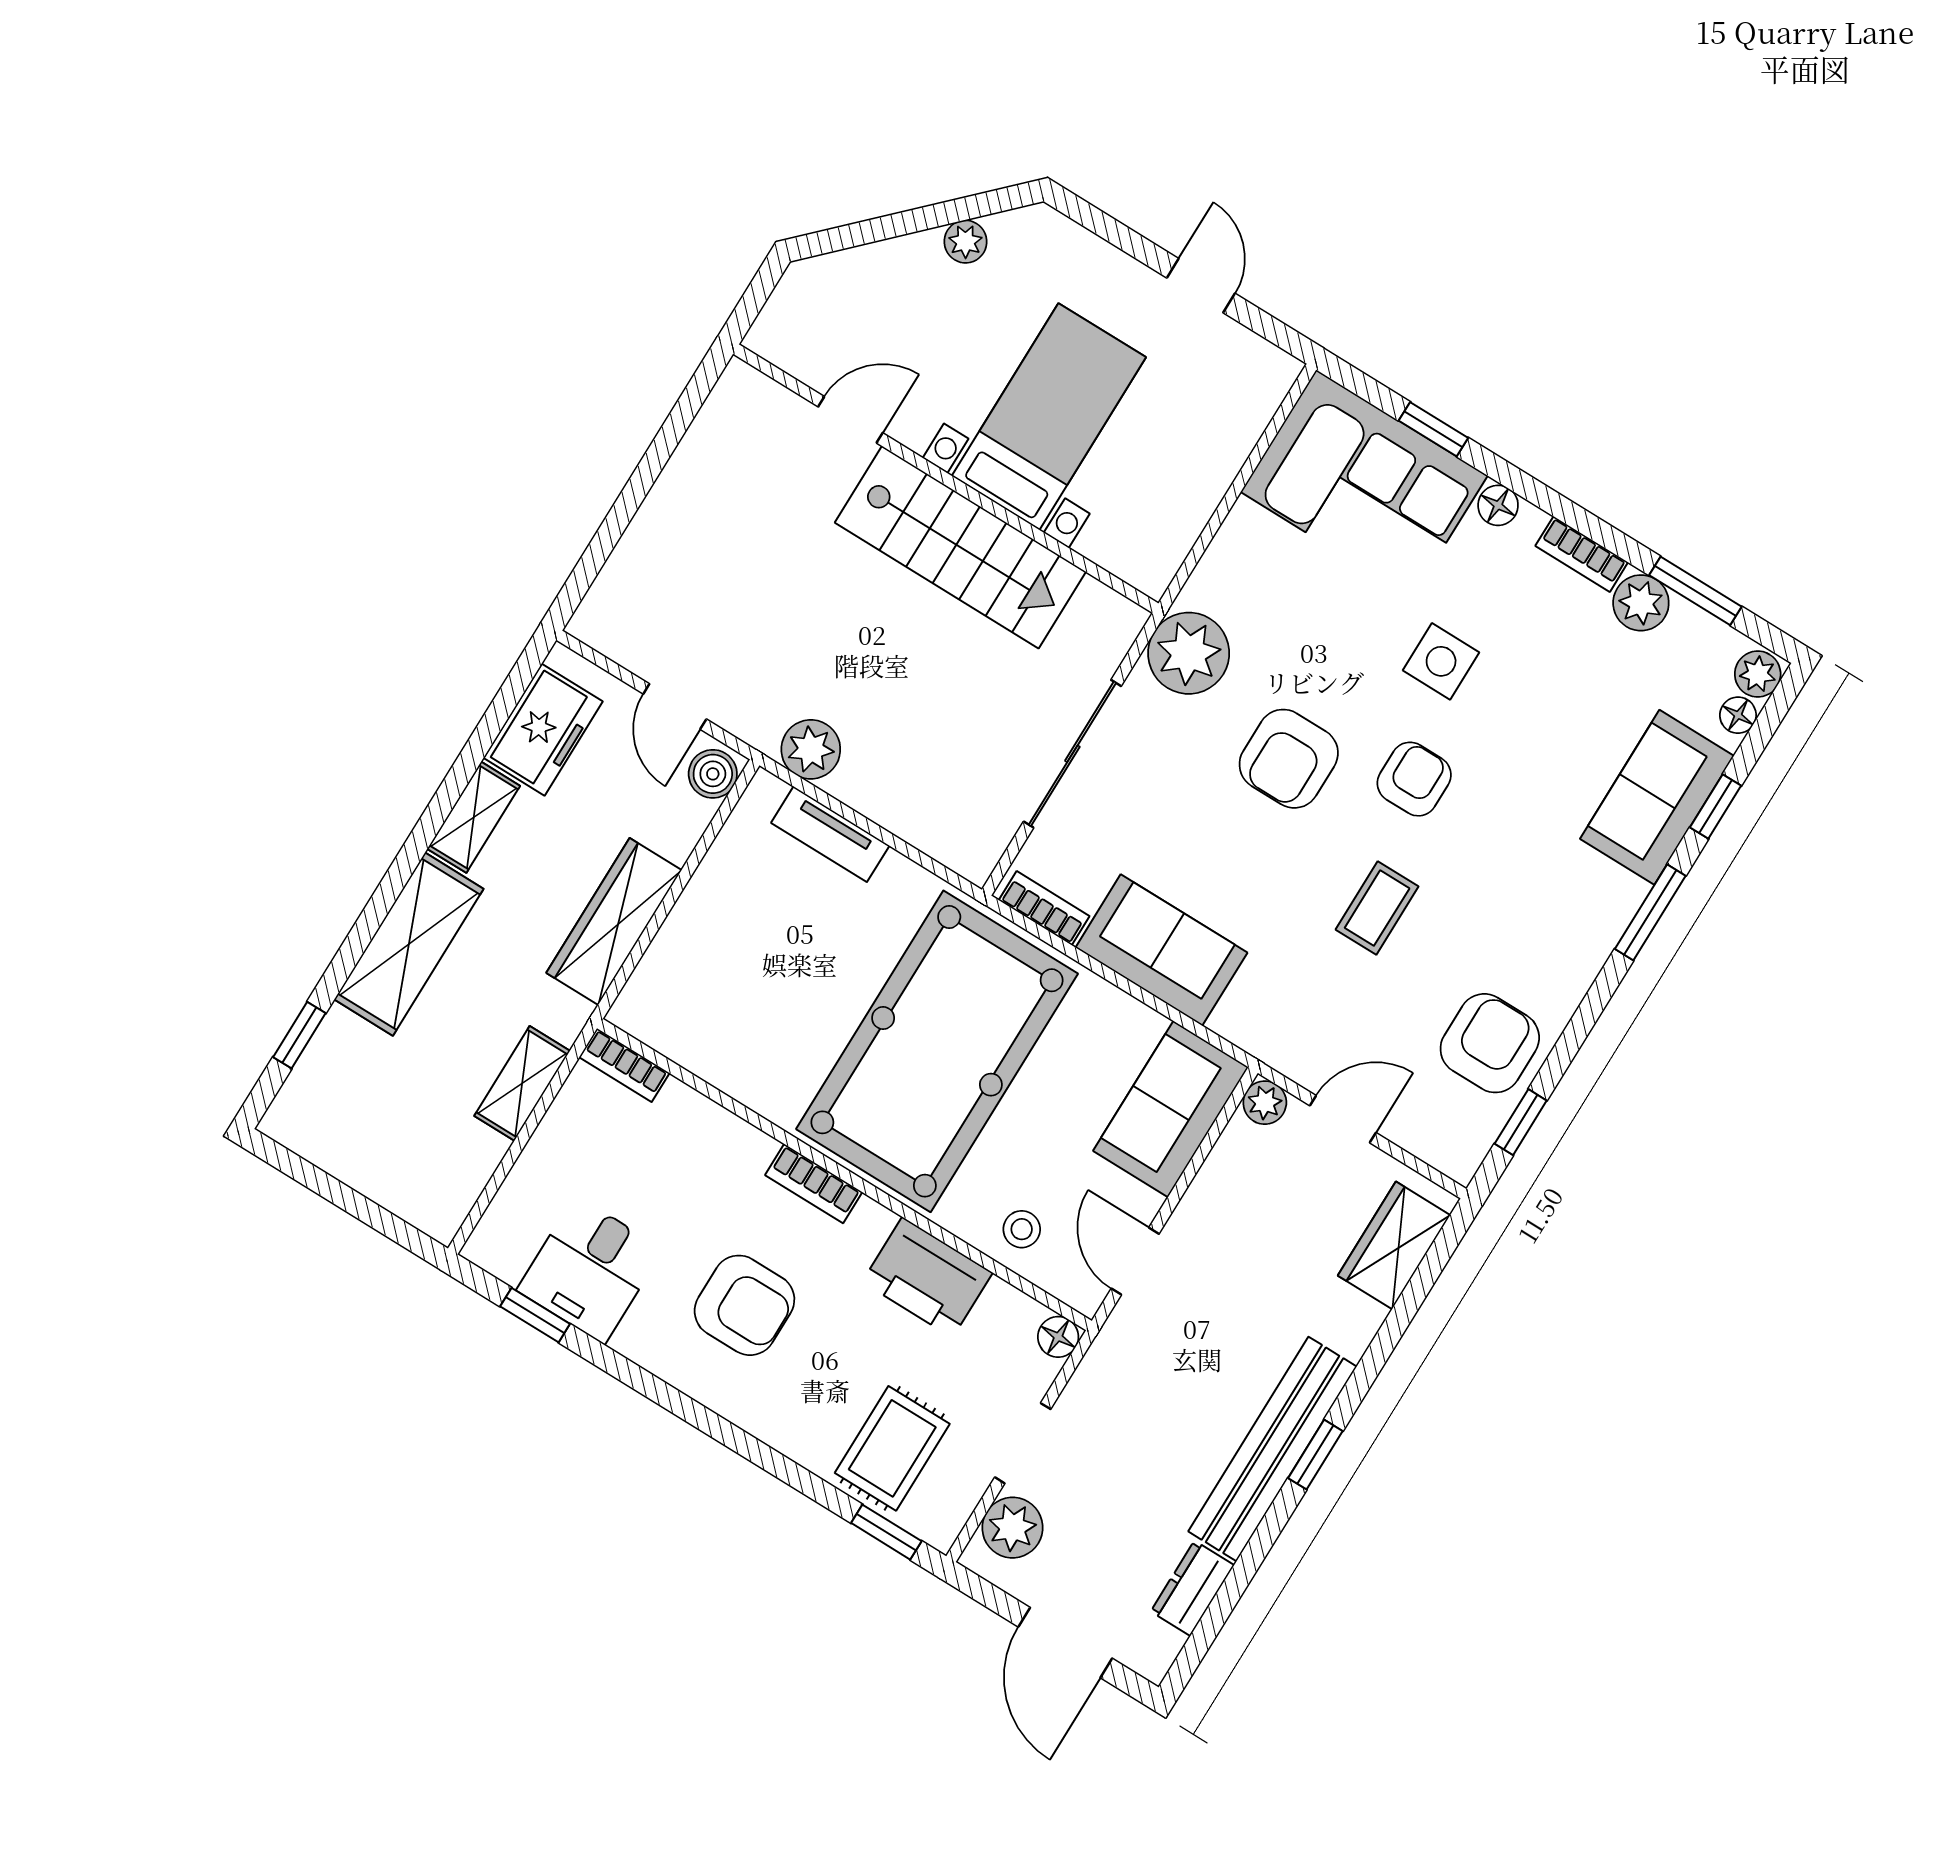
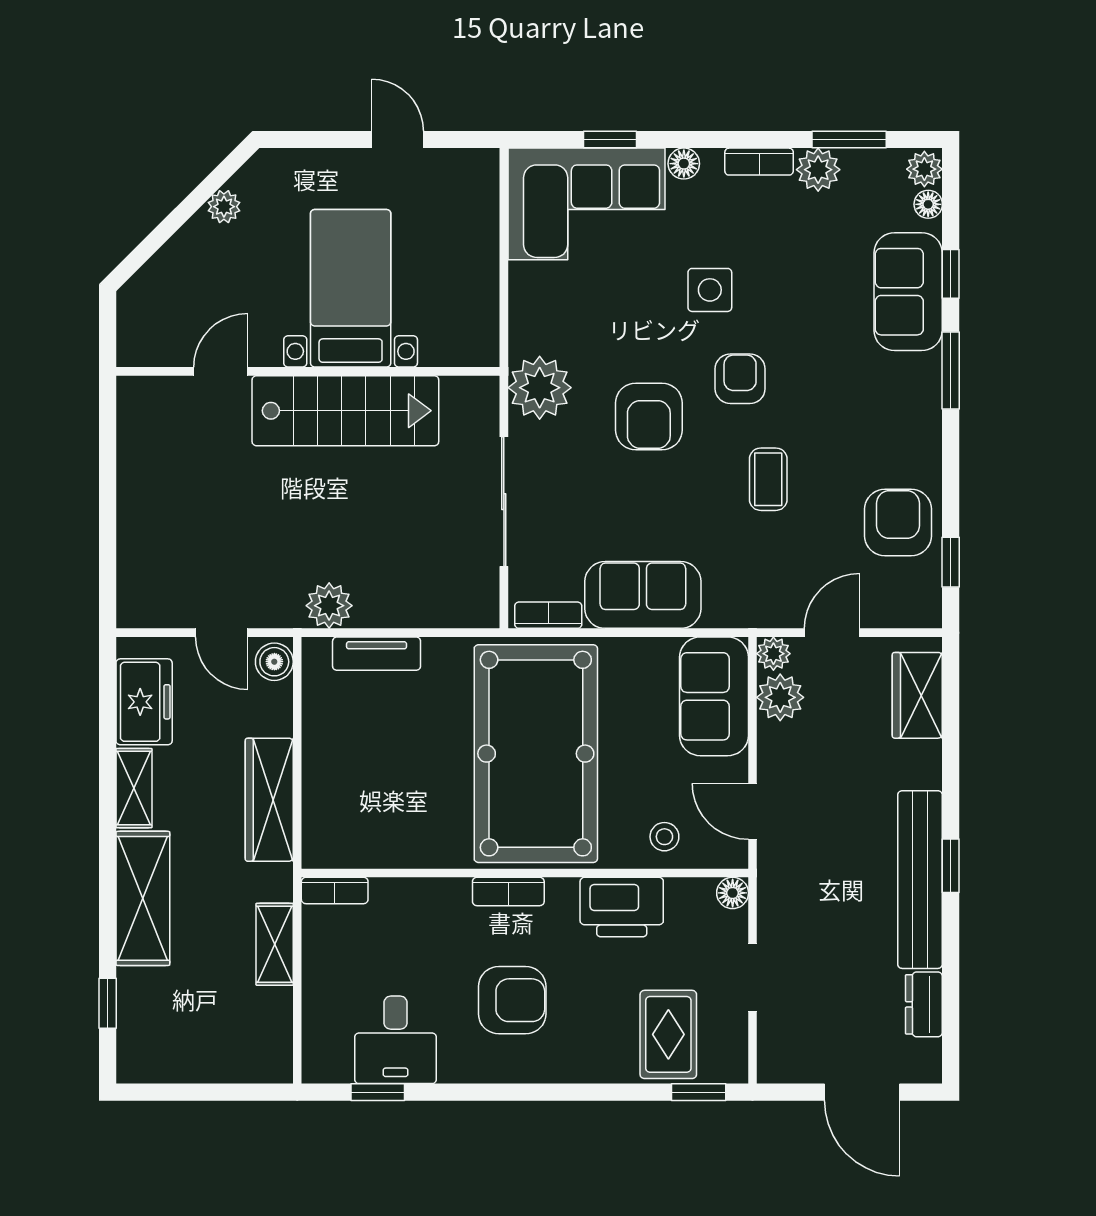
plant: (1012, 1528) -> (780, 697), moved

